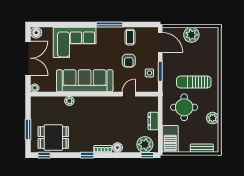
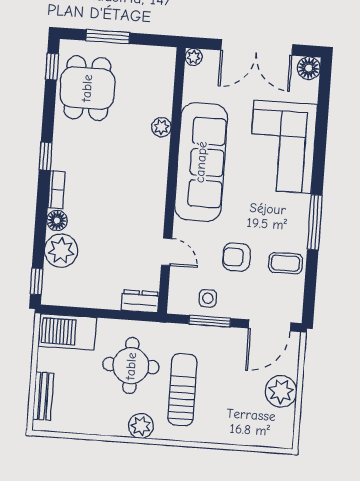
plant: (213, 118) -> (141, 426), moved
dresser: (153, 121) -> (140, 301), moved
plant: (145, 144) -> (61, 251), moved

